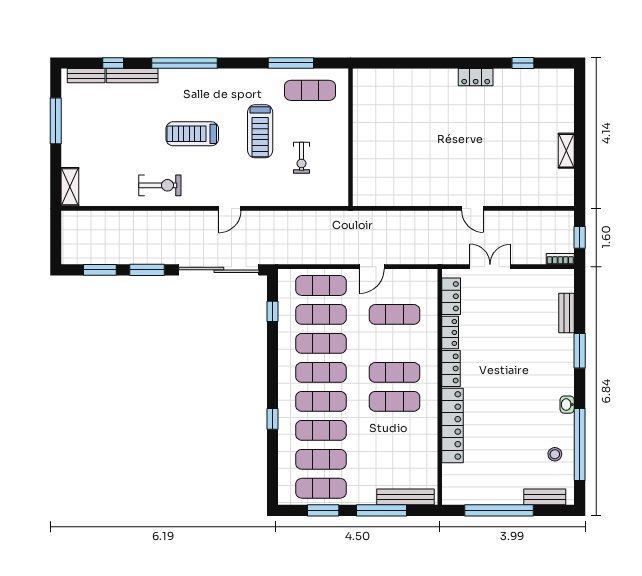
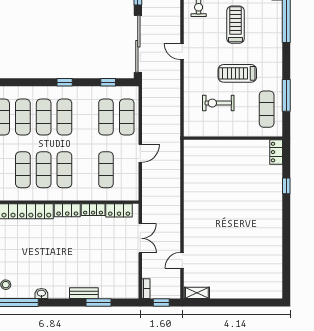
window: (523, 63) -> (286, 186), moved
locker: (476, 77) -> (276, 152), moved
shelving: (566, 151) -> (197, 293), moved
exercise bike: (301, 158) -> (218, 103), width x1.38, depth x1.39
door: (473, 208) -> (182, 260), moved
door: (372, 267) -> (140, 153), swing flipped
bench: (567, 313) -> (84, 293), moved
exercise mat: (321, 343) -> (23, 170), moved
window: (580, 351) -> (99, 302), moved
window: (273, 419) -> (65, 82), moved

